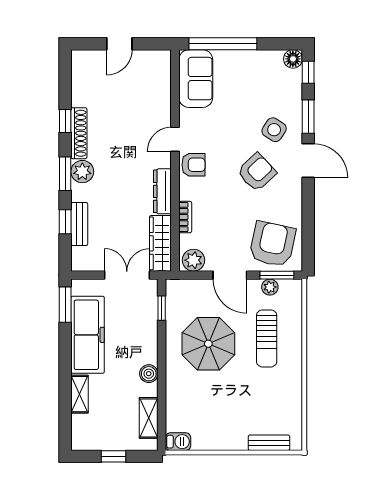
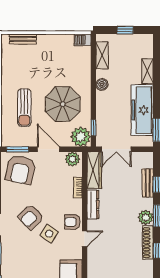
side table: (274, 130) -> (49, 234), moved
plant: (270, 287) -> (81, 137), moved, width x1.88, depth x1.88
sun lounger: (267, 338) -> (24, 108), turned 180

